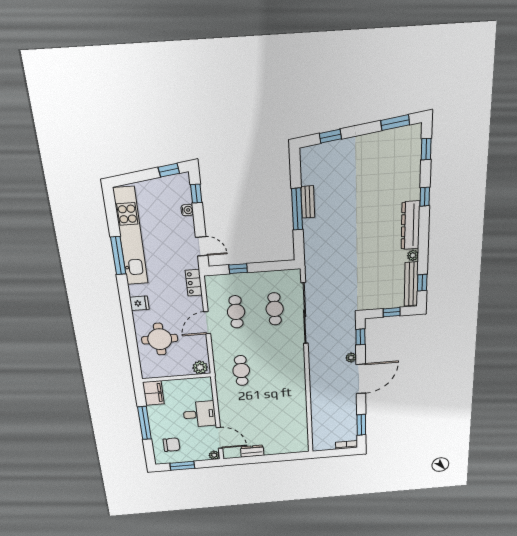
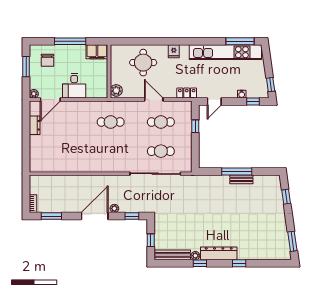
window: (426, 149) -> (273, 263), removed
window: (118, 256) -> (240, 41), moved
window: (422, 283) -> (200, 263), moved
door: (361, 379) -> (95, 216), swing flipped

